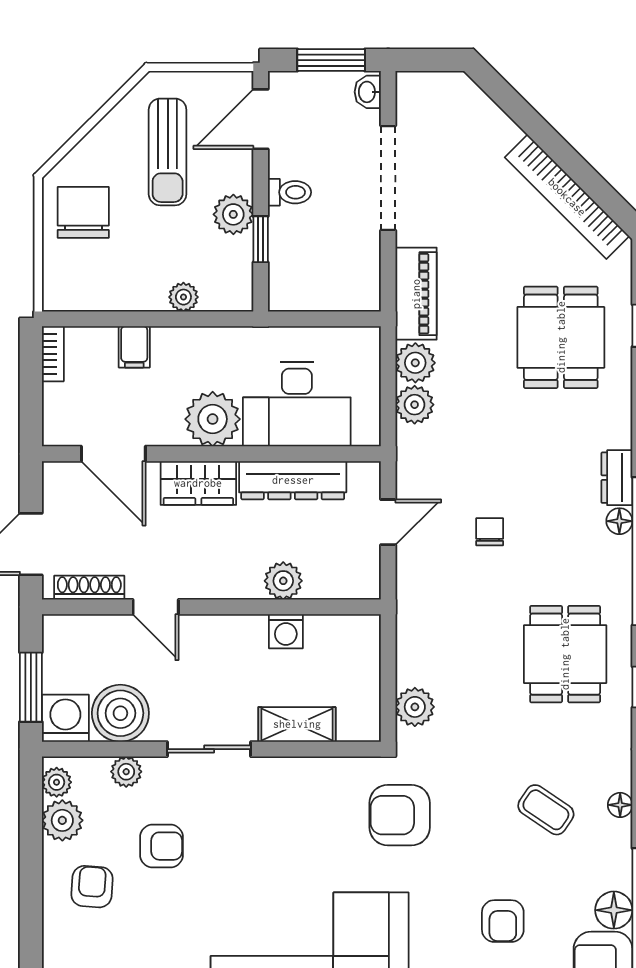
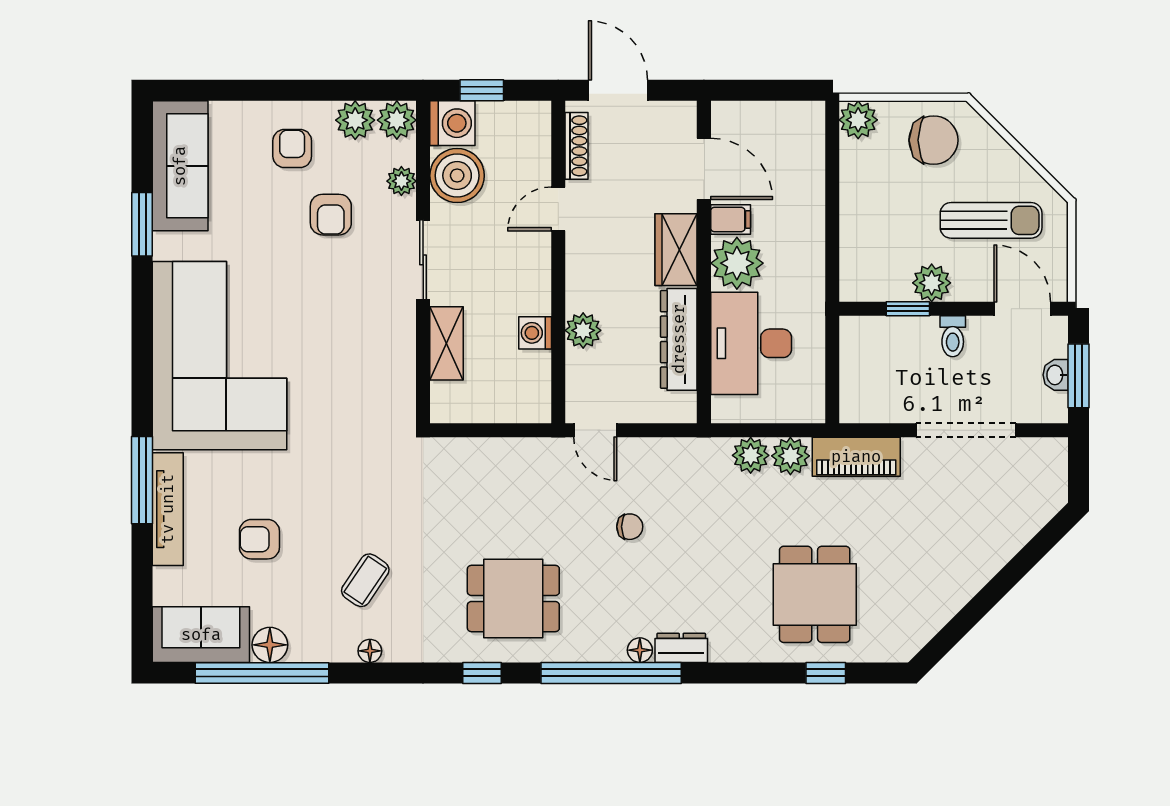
washbasin: (368, 92) -> (1056, 375), moved, turned -90
sun lounger: (168, 152) -> (991, 220), turned 180
bookcase: (567, 197) -> (948, 600), removed
plant: (183, 297) -> (858, 120), moved, width x1.38, depth x1.38
dining table: (561, 337) -> (815, 594), turned 90
filing cabinet: (134, 347) -> (731, 219), moved, turned 180
bookcase: (53, 354) -> (799, 111), removed
door: (113, 454) -> (704, 169), swing flipped
door: (388, 522) -> (595, 430), moved
window: (31, 687) -> (482, 90), width x0.67
plant: (415, 707) -> (463, 456), removed
plant: (57, 782) -> (397, 120), width x1.38, depth x1.38
armchair: (400, 815) -> (360, 441), removed
armchair: (92, 887) -> (292, 148), turned -94

